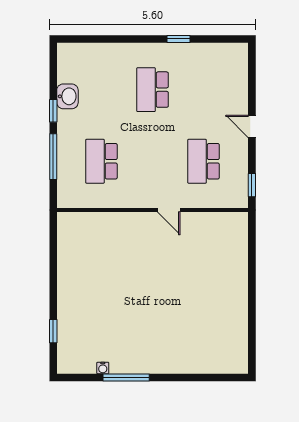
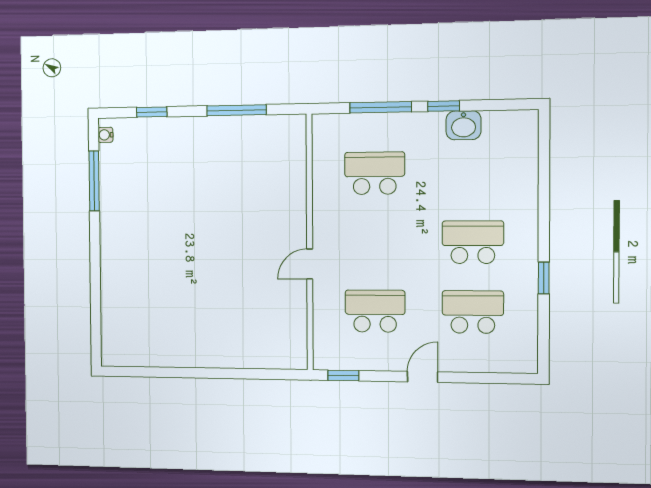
school desk: (204, 90) -> (473, 312), added
window: (53, 265) -> (237, 110), added
water cooler: (103, 368) -> (105, 135), moved
window: (126, 378) -> (94, 181), moved

